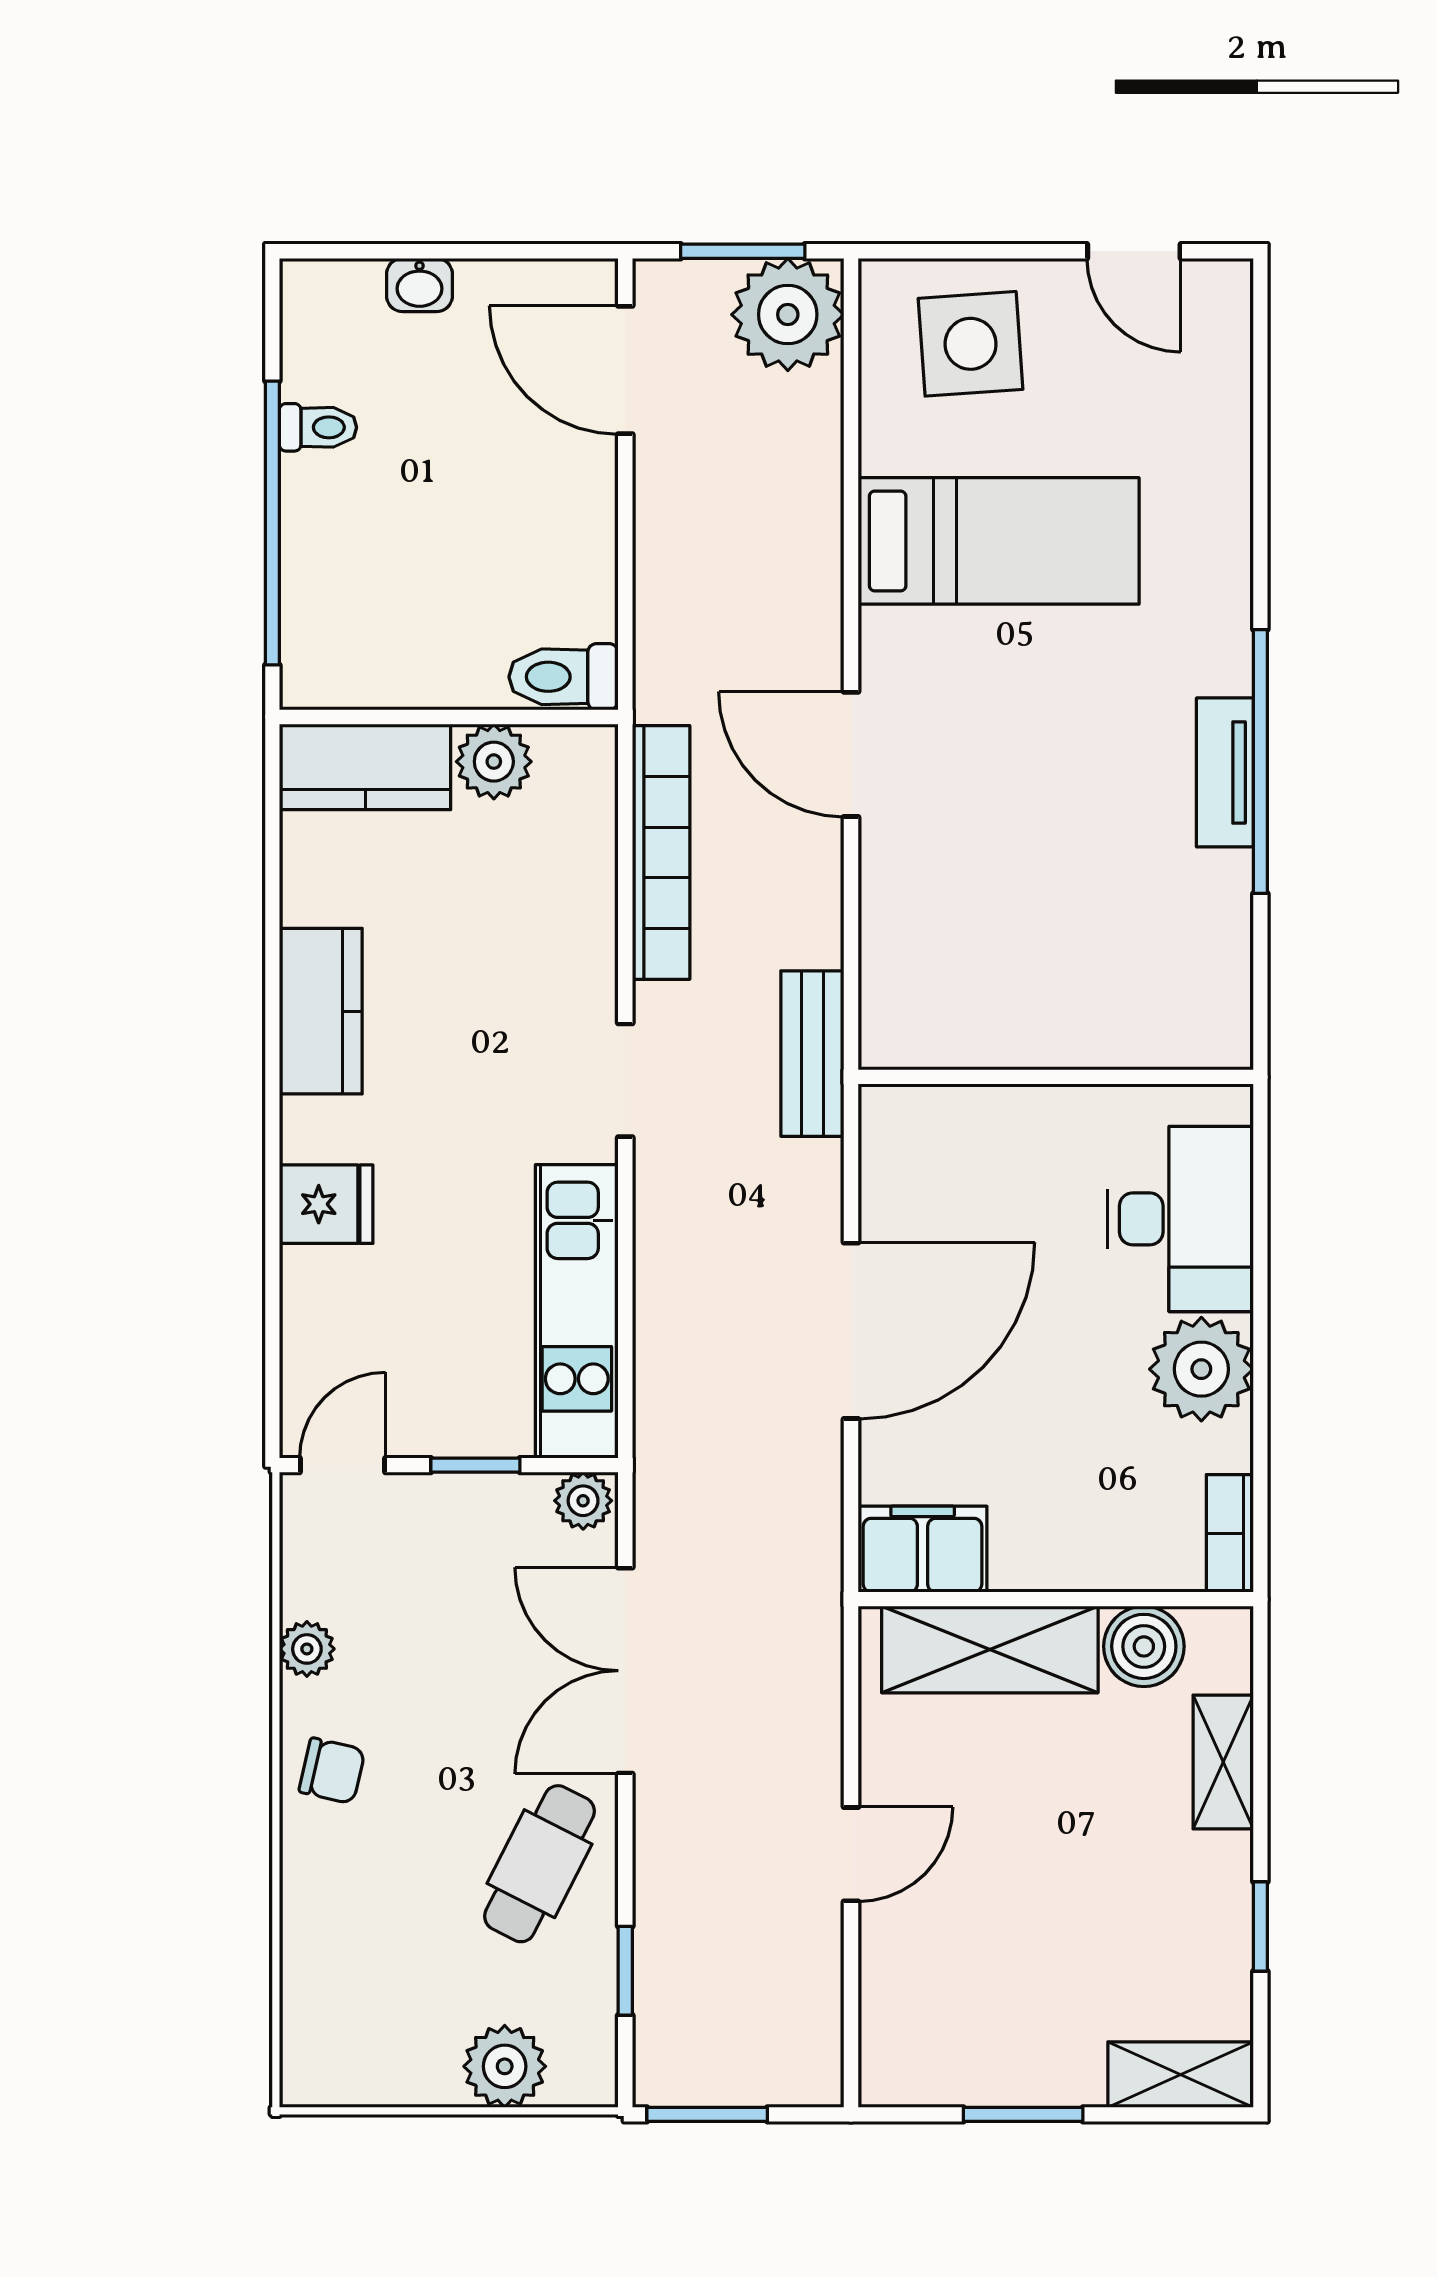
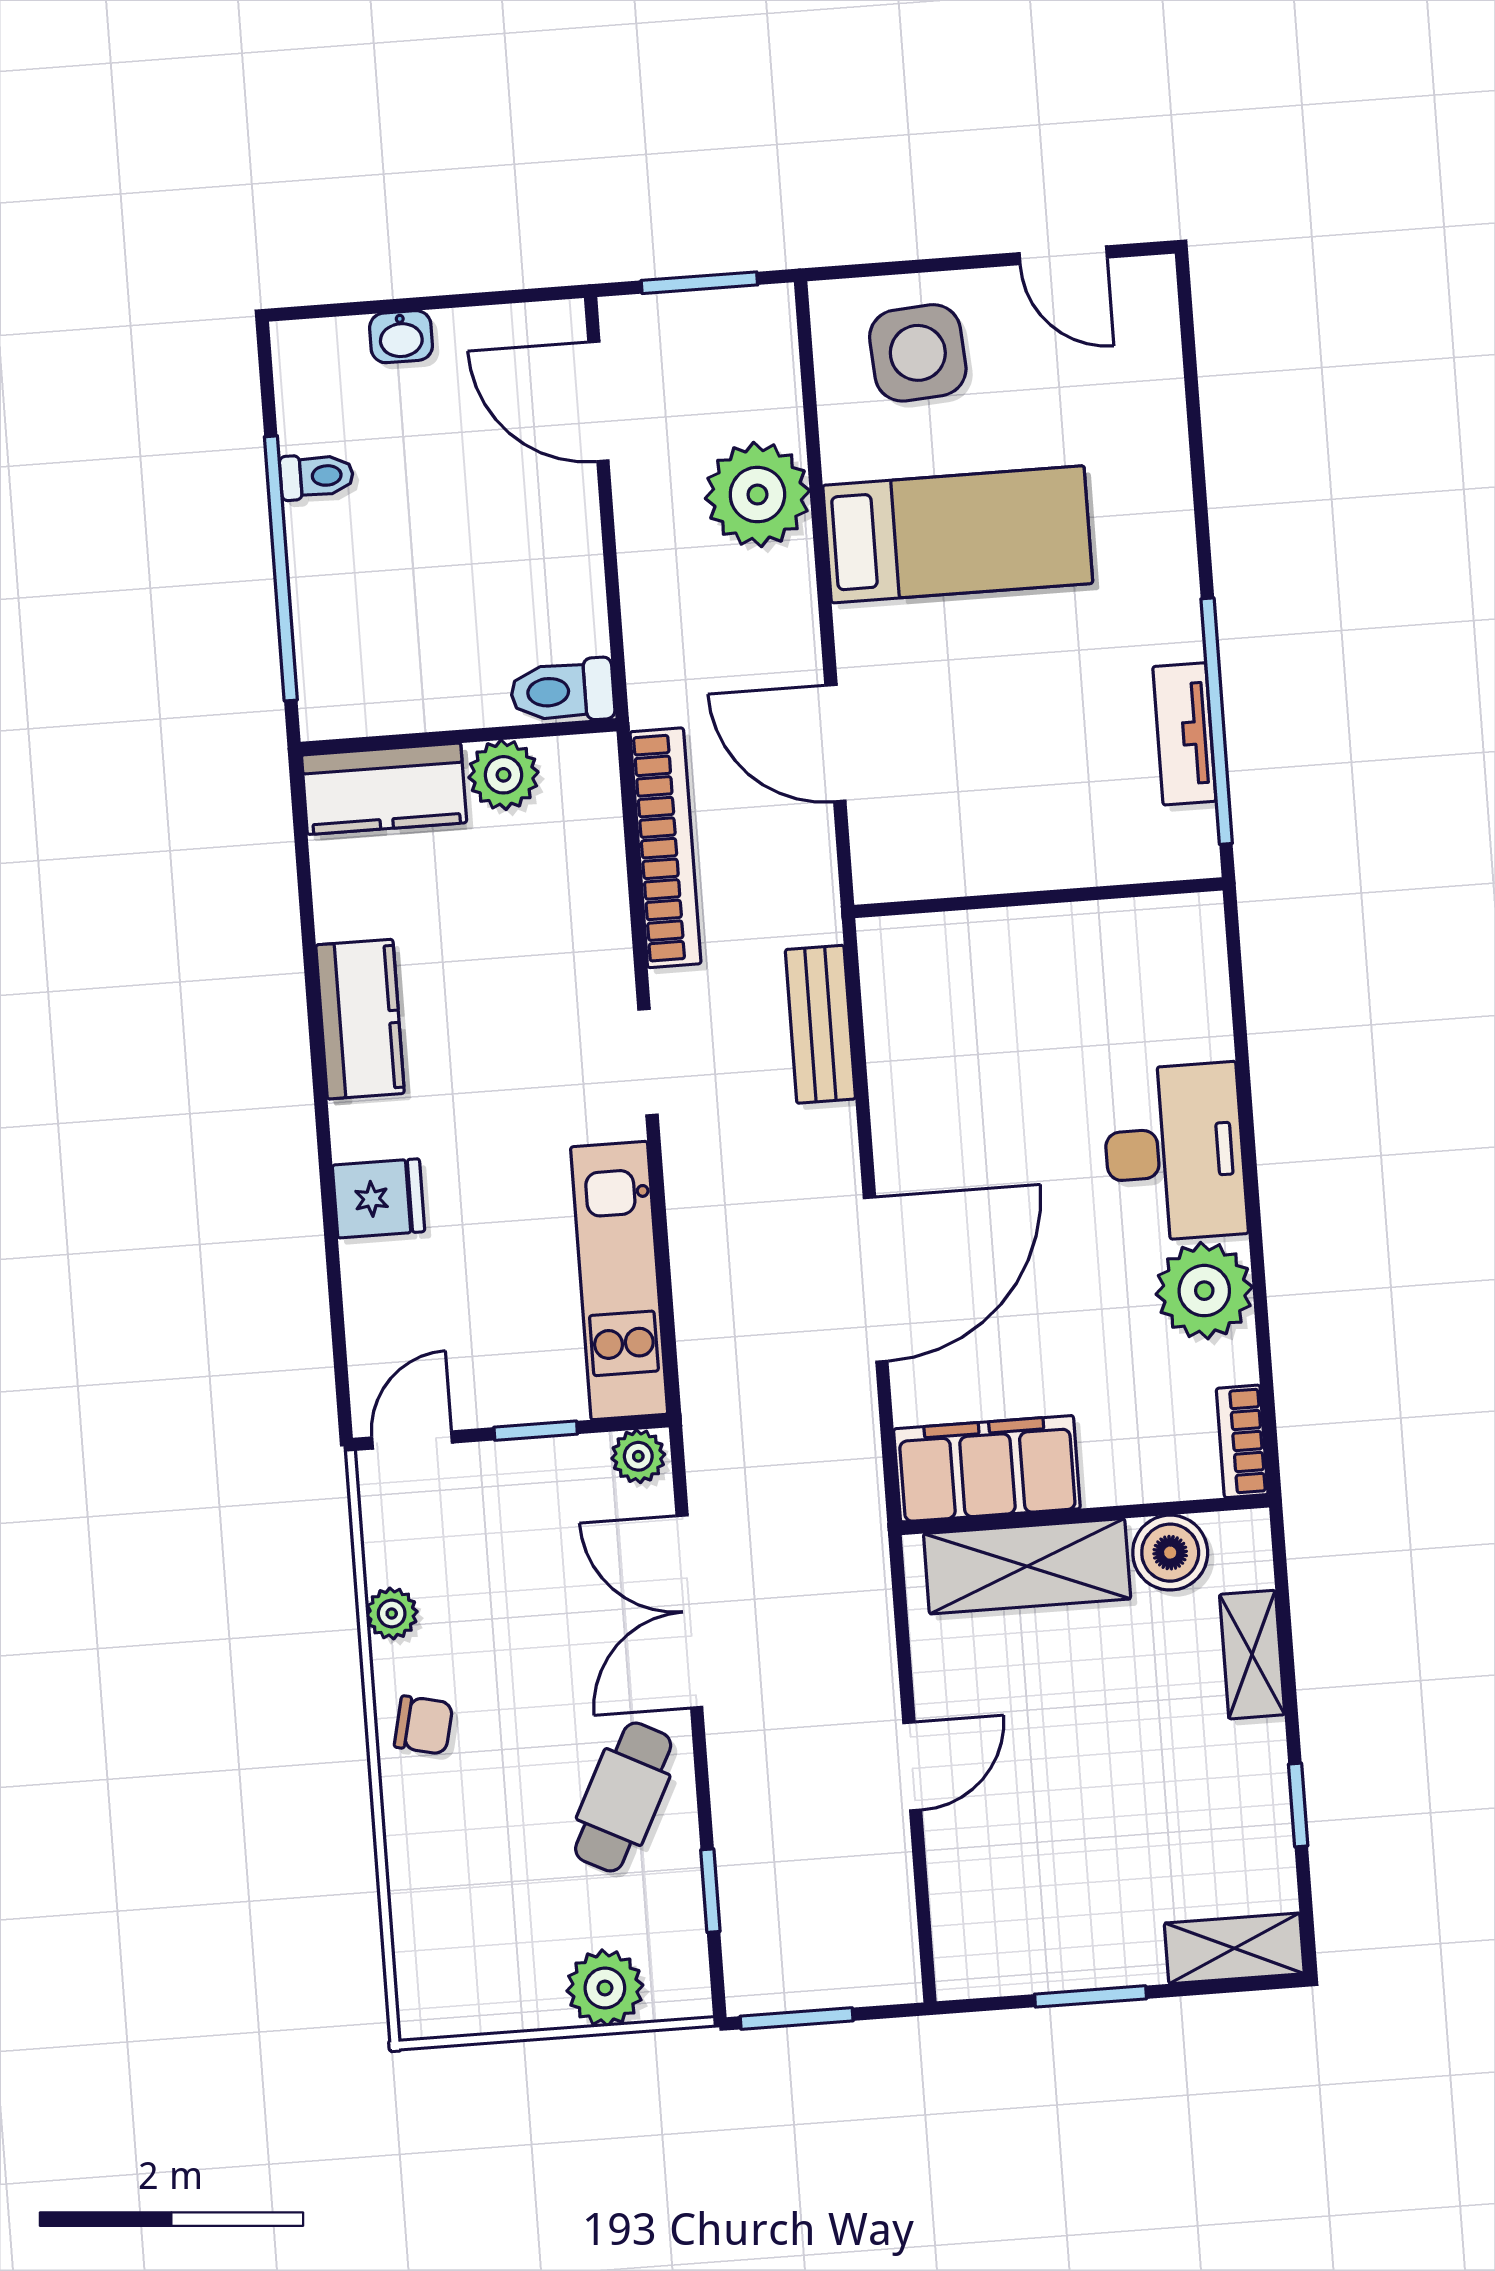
plant: (788, 315) -> (757, 495), moved
wall: (1056, 1077) -> (1038, 898), moved
filing cabinet: (923, 1549) -> (987, 1469), width x1.50, depth x1.17

